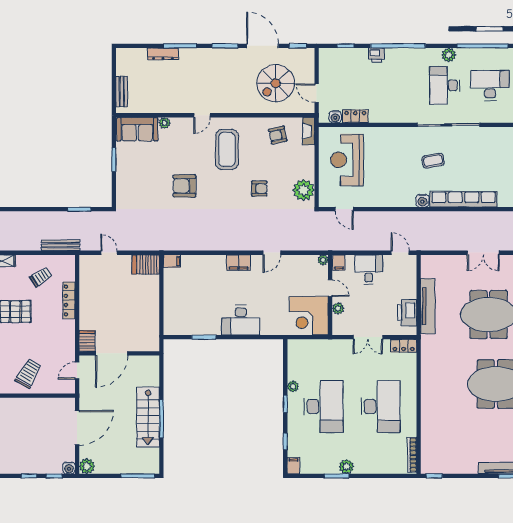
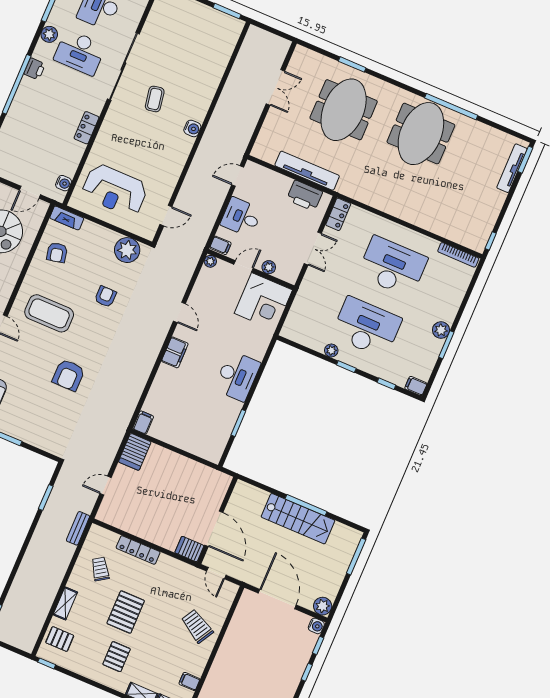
printer: (376, 55) -> (35, 69), moved
locker: (355, 116) -> (86, 128), moved
row of seats: (464, 199) -> (209, 84), removed
bench: (61, 245) -> (78, 528), width x0.73

